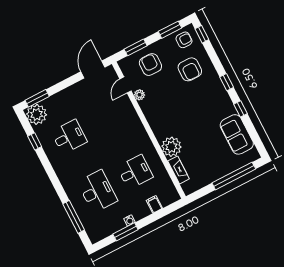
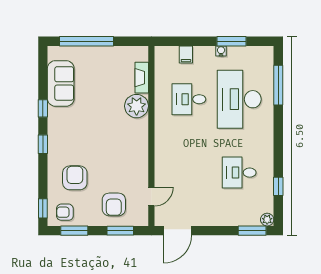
plant: (139, 95) -> (142, 178), removed
plant: (37, 114) -> (267, 220), width x0.53, depth x0.53
desk: (97, 191) -> (239, 99), width x1.36, depth x1.30

